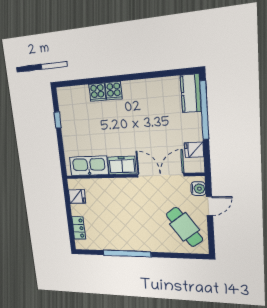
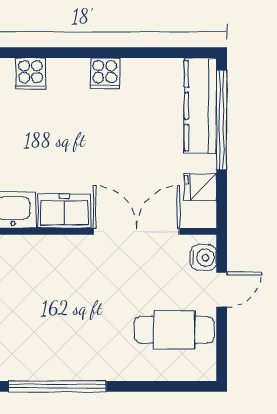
cooker: (114, 91) -> (105, 73), moved
kitchen counter: (191, 93) -> (200, 106), width x1.50
cafe table: (184, 227) -> (174, 330), turned -54

